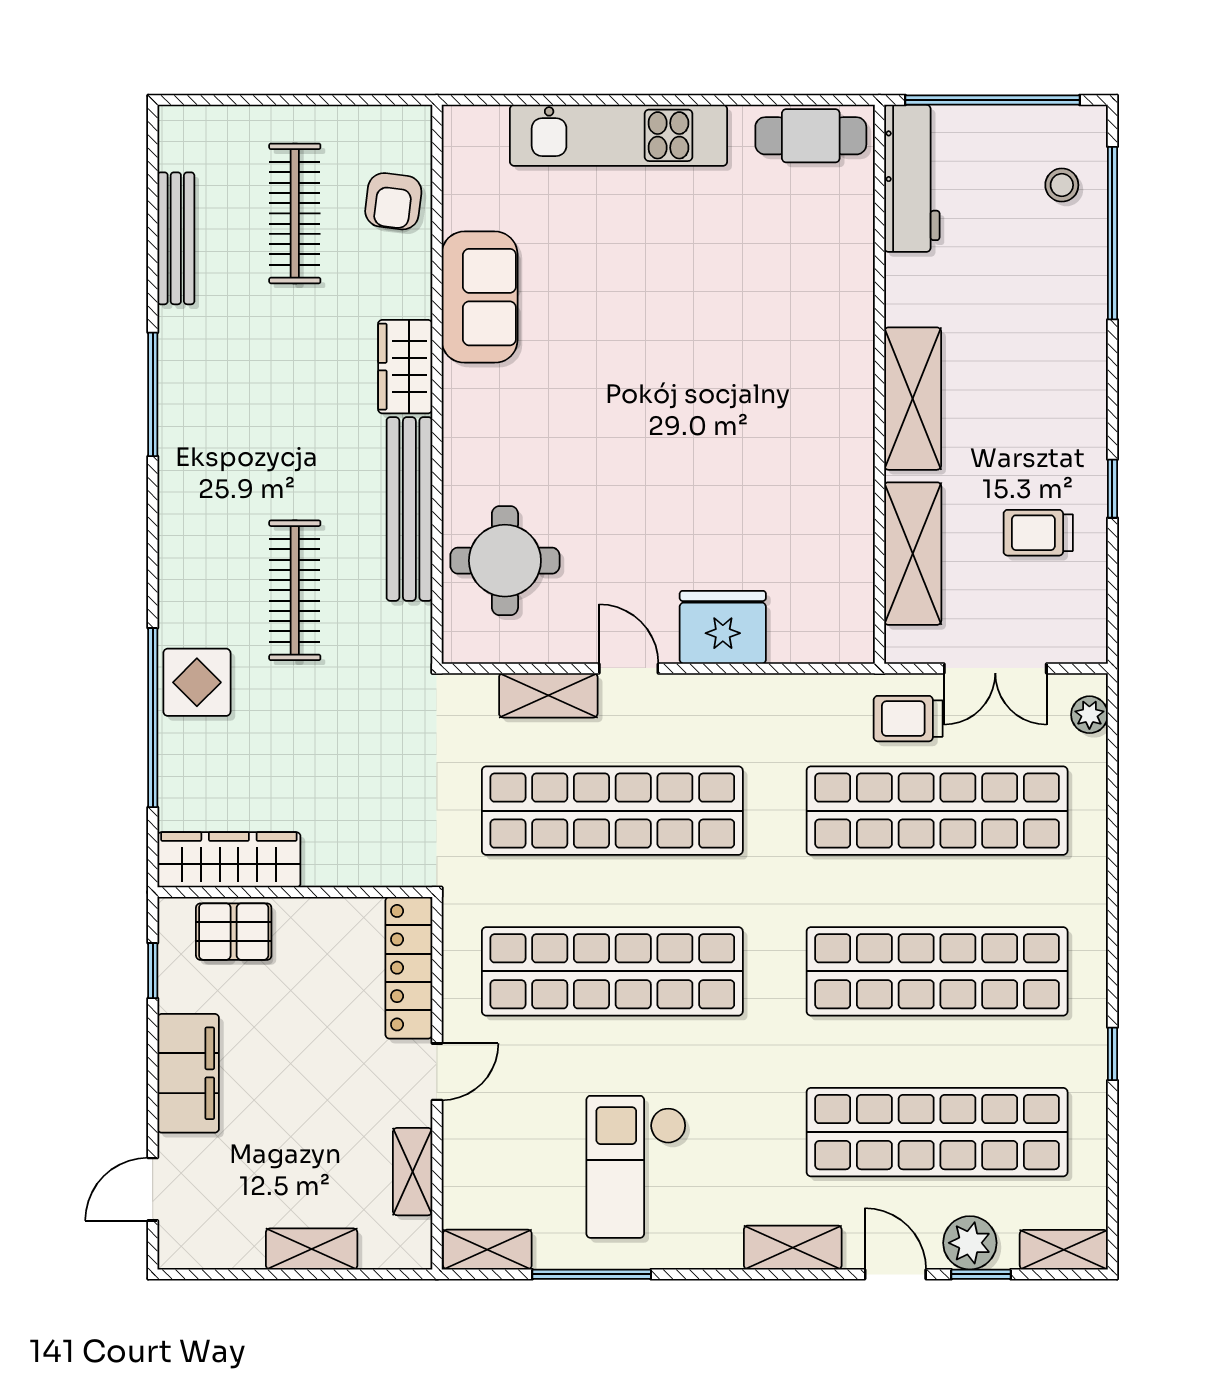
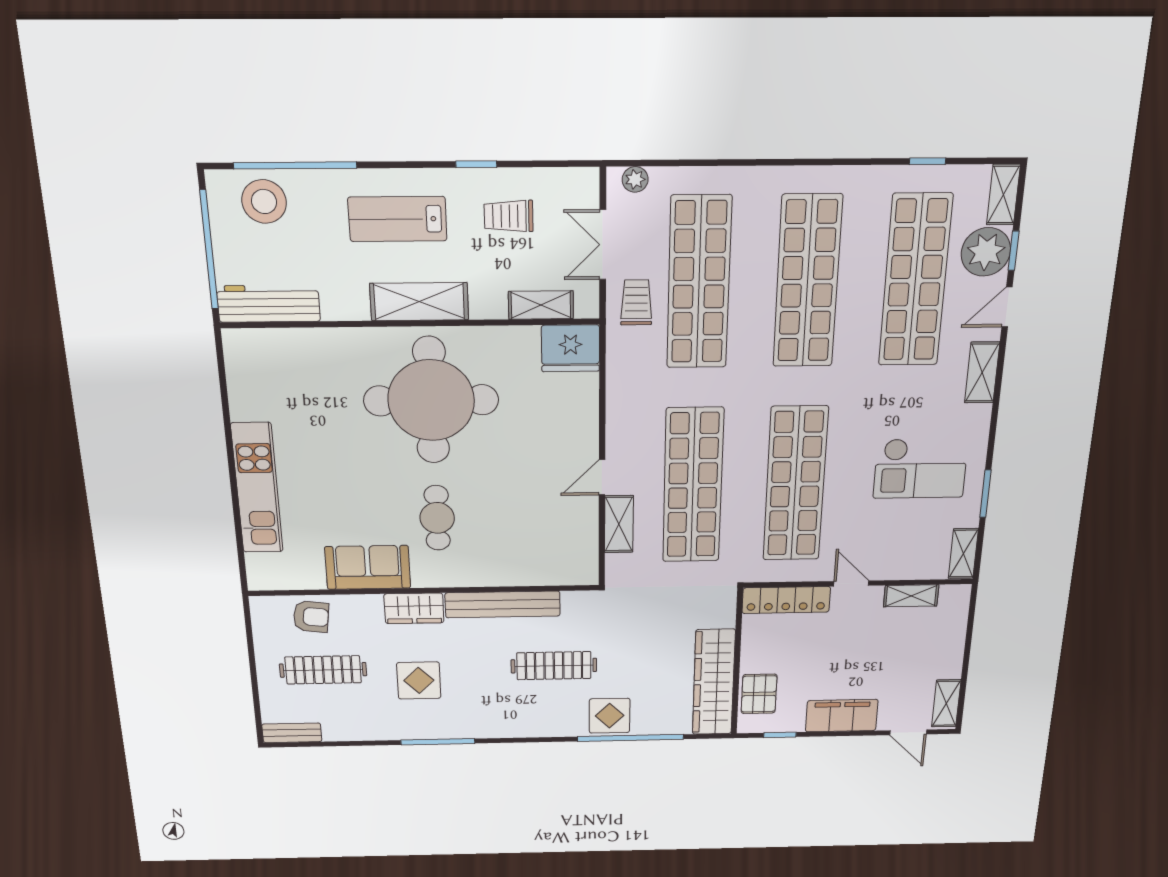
cafe table: (811, 136) -> (437, 518), moved
stool: (1062, 185) -> (264, 201), width x1.89, depth x1.89
bench: (176, 238) -> (292, 733), moved, width x0.73
display table: (272, 368) -> (419, 680), added
lab bench: (1035, 373) -> (398, 219), added
trolley: (1038, 533) -> (509, 216), turned 90
shelving: (913, 554) -> (541, 305), width x0.67, depth x0.75
round table: (505, 561) -> (431, 400), moved, width x1.86, depth x1.86
fridge: (723, 627) -> (571, 348), moved, turned -90
double door: (995, 668) -> (603, 245), swing flipped
trolley: (908, 719) -> (636, 302), turned 180
wardrobe: (229, 860) -> (714, 682), width x1.40, depth x1.17
window: (1112, 1054) -> (927, 161), moved
plant: (970, 1243) -> (986, 252), width x1.36, depth x1.36
shelving: (312, 1249) -> (946, 703), moved
window: (592, 1274) -> (985, 494), width x0.69

